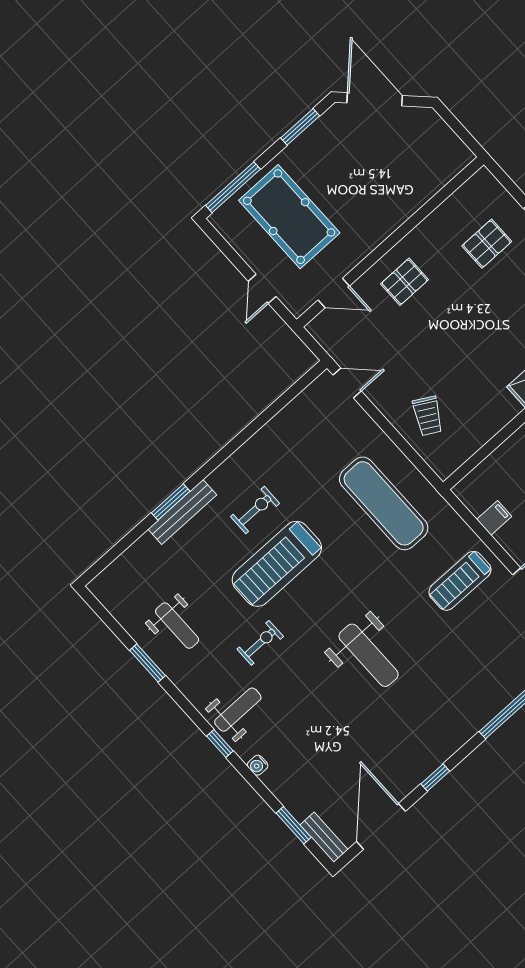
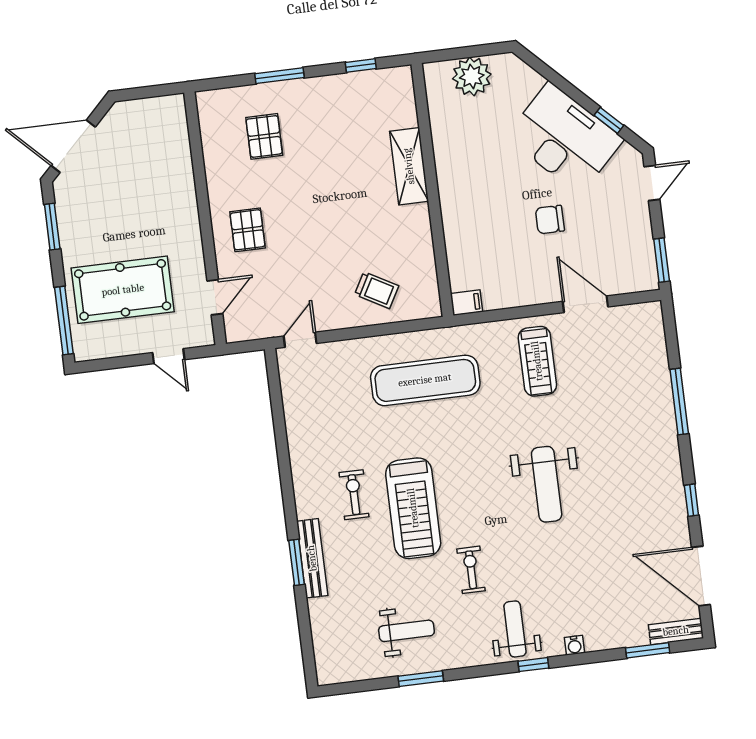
filing cabinet: (494, 518) -> (466, 303), moved, turned 90
weight bench: (369, 655) -> (547, 484), turned 90

